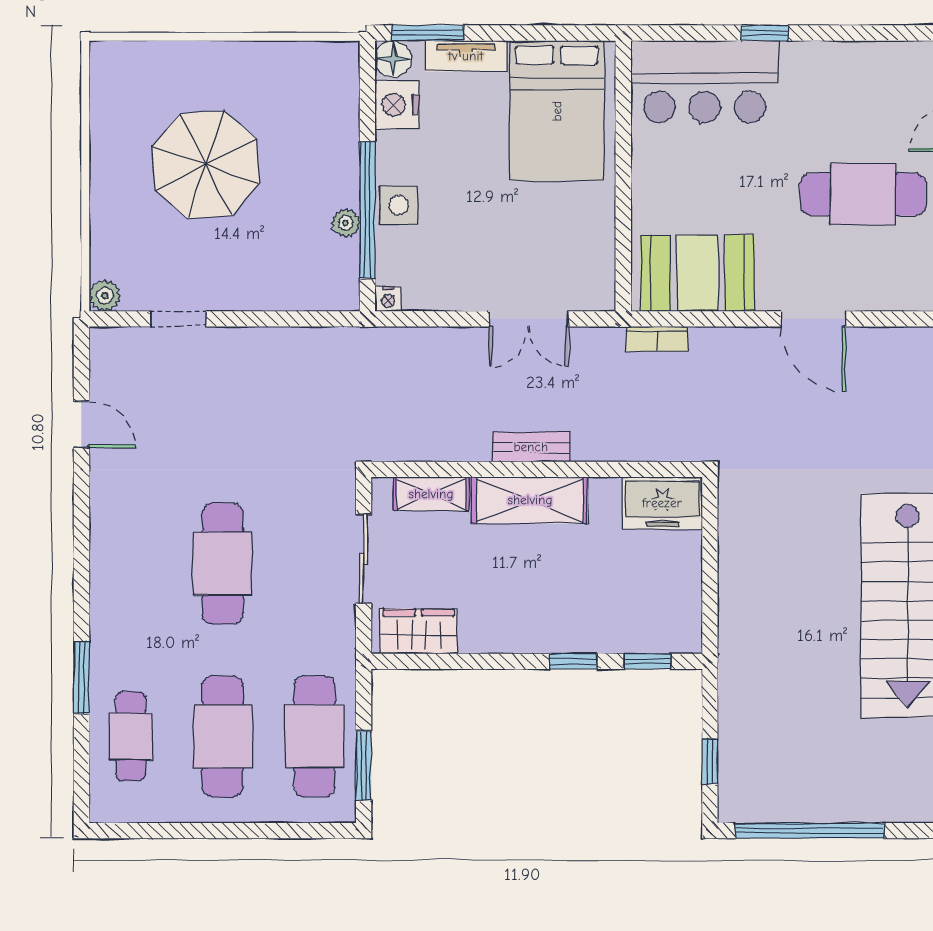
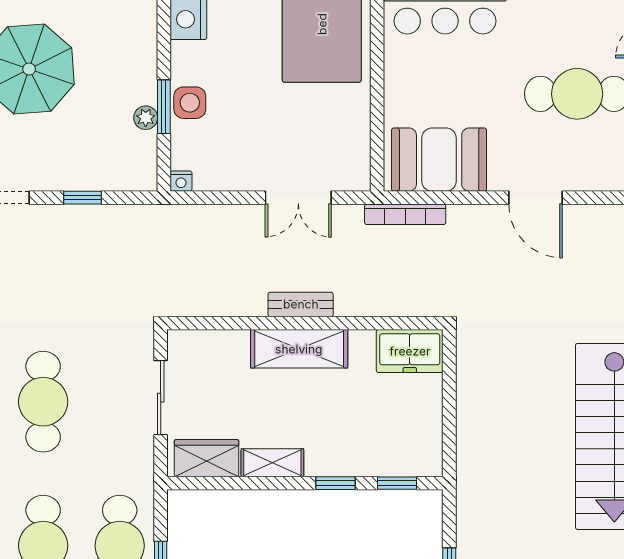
window: (367, 210) -> (164, 107), width x0.47
window: (270, 319) -> (83, 198), added
bookcase: (657, 339) -> (405, 214), width x1.56
shelving: (431, 494) -> (272, 463), moved

